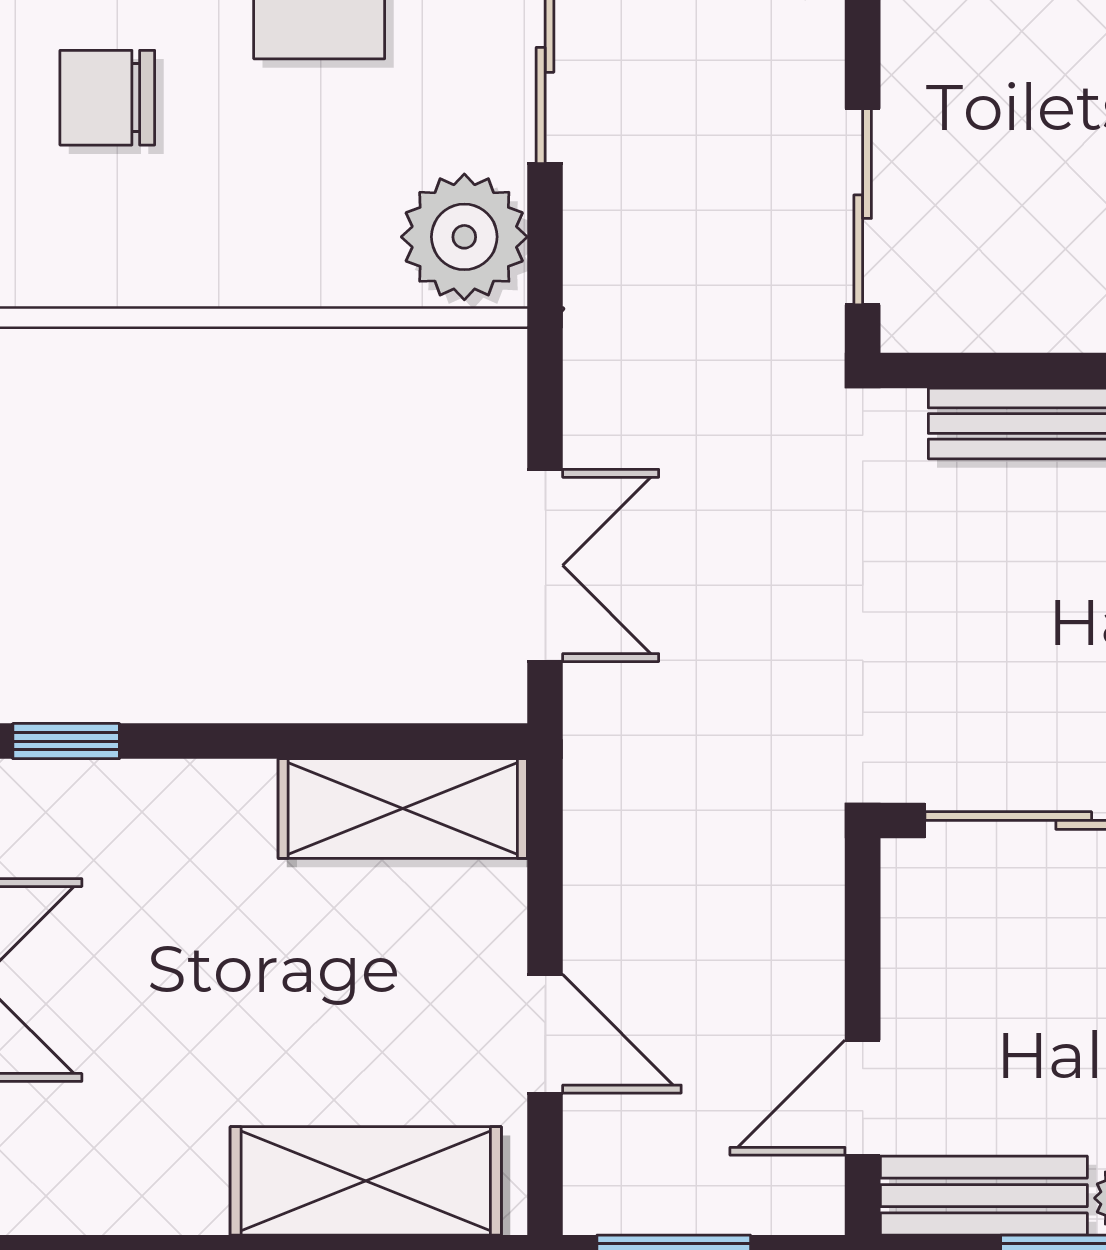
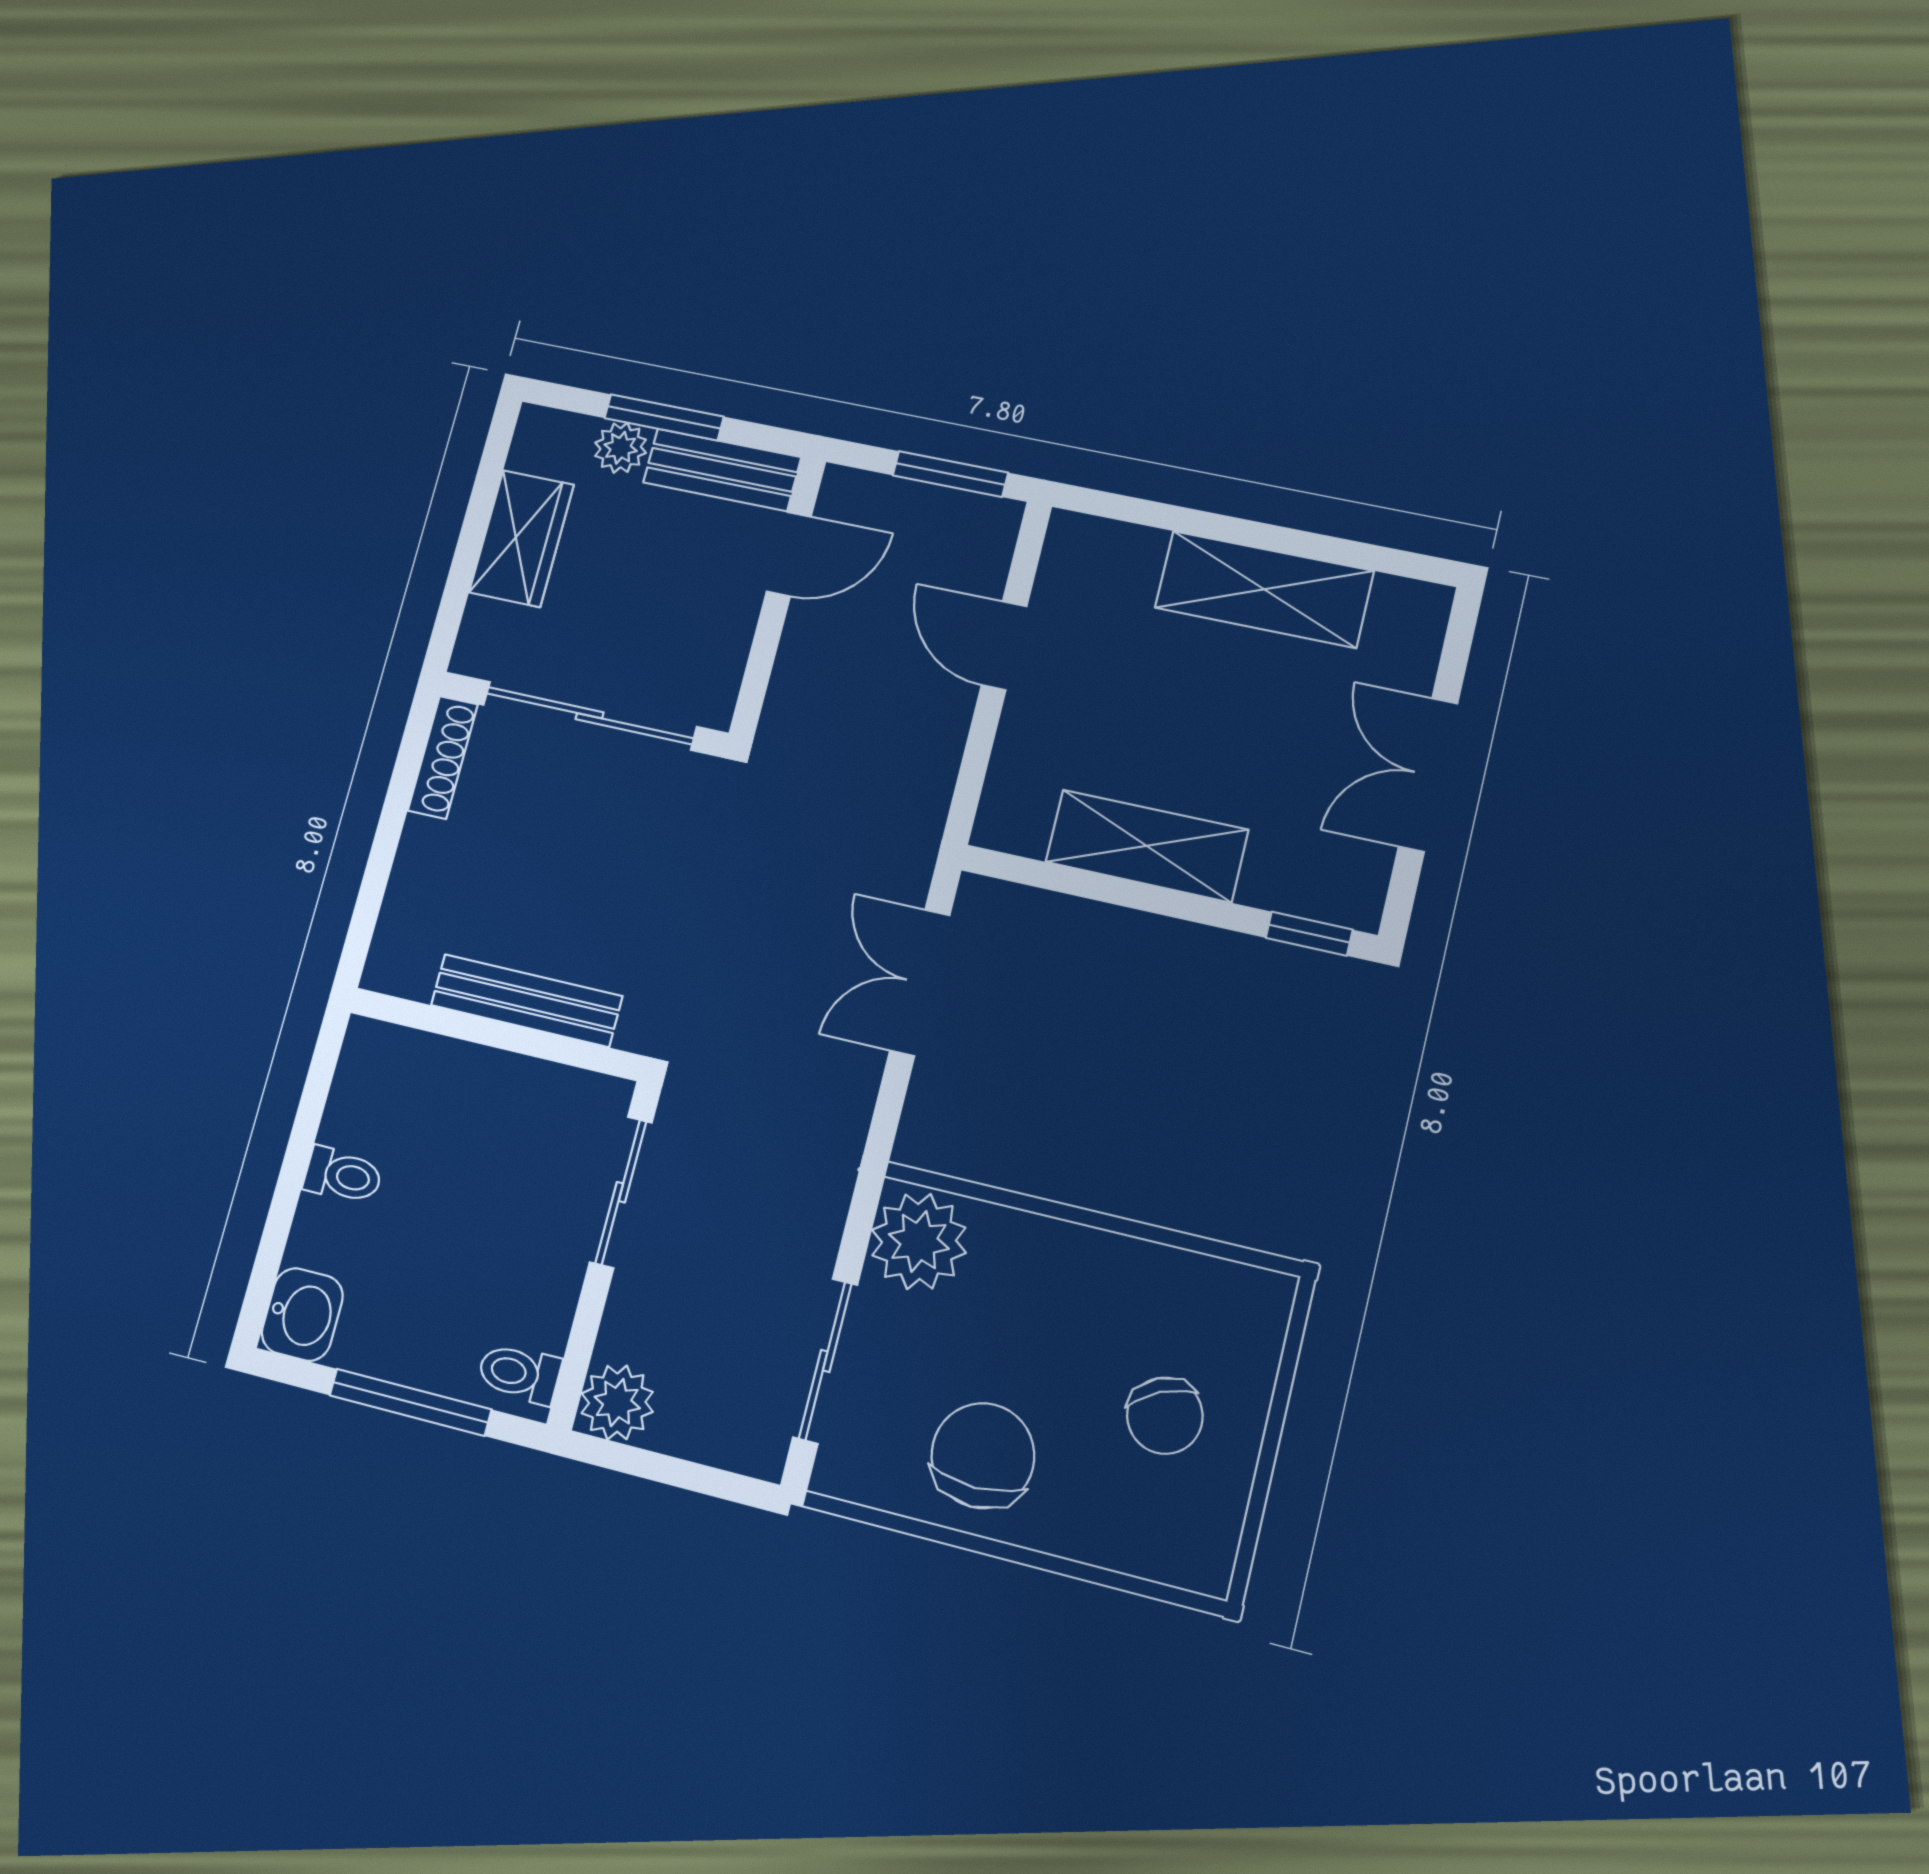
chair: (107, 98) -> (1165, 1416), turned 65
shelving: (403, 809) -> (1147, 846), moved
shelving: (366, 1181) -> (1264, 589), moved

